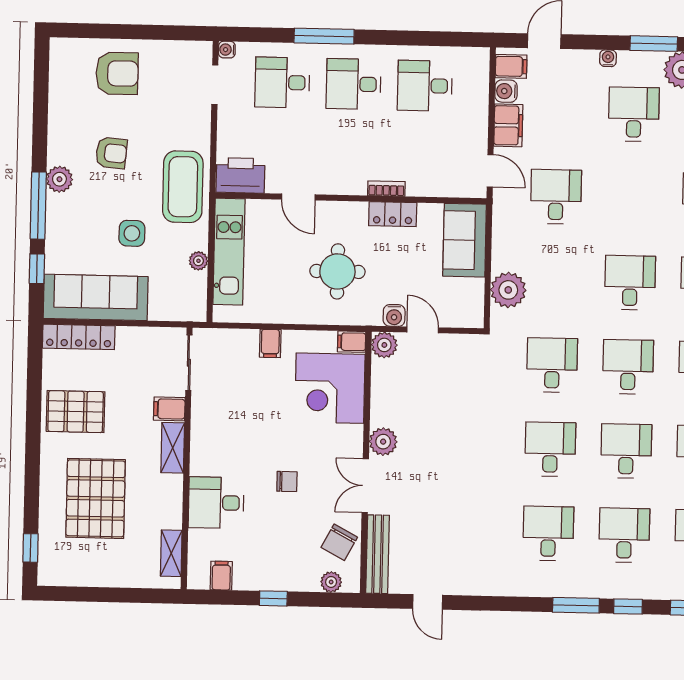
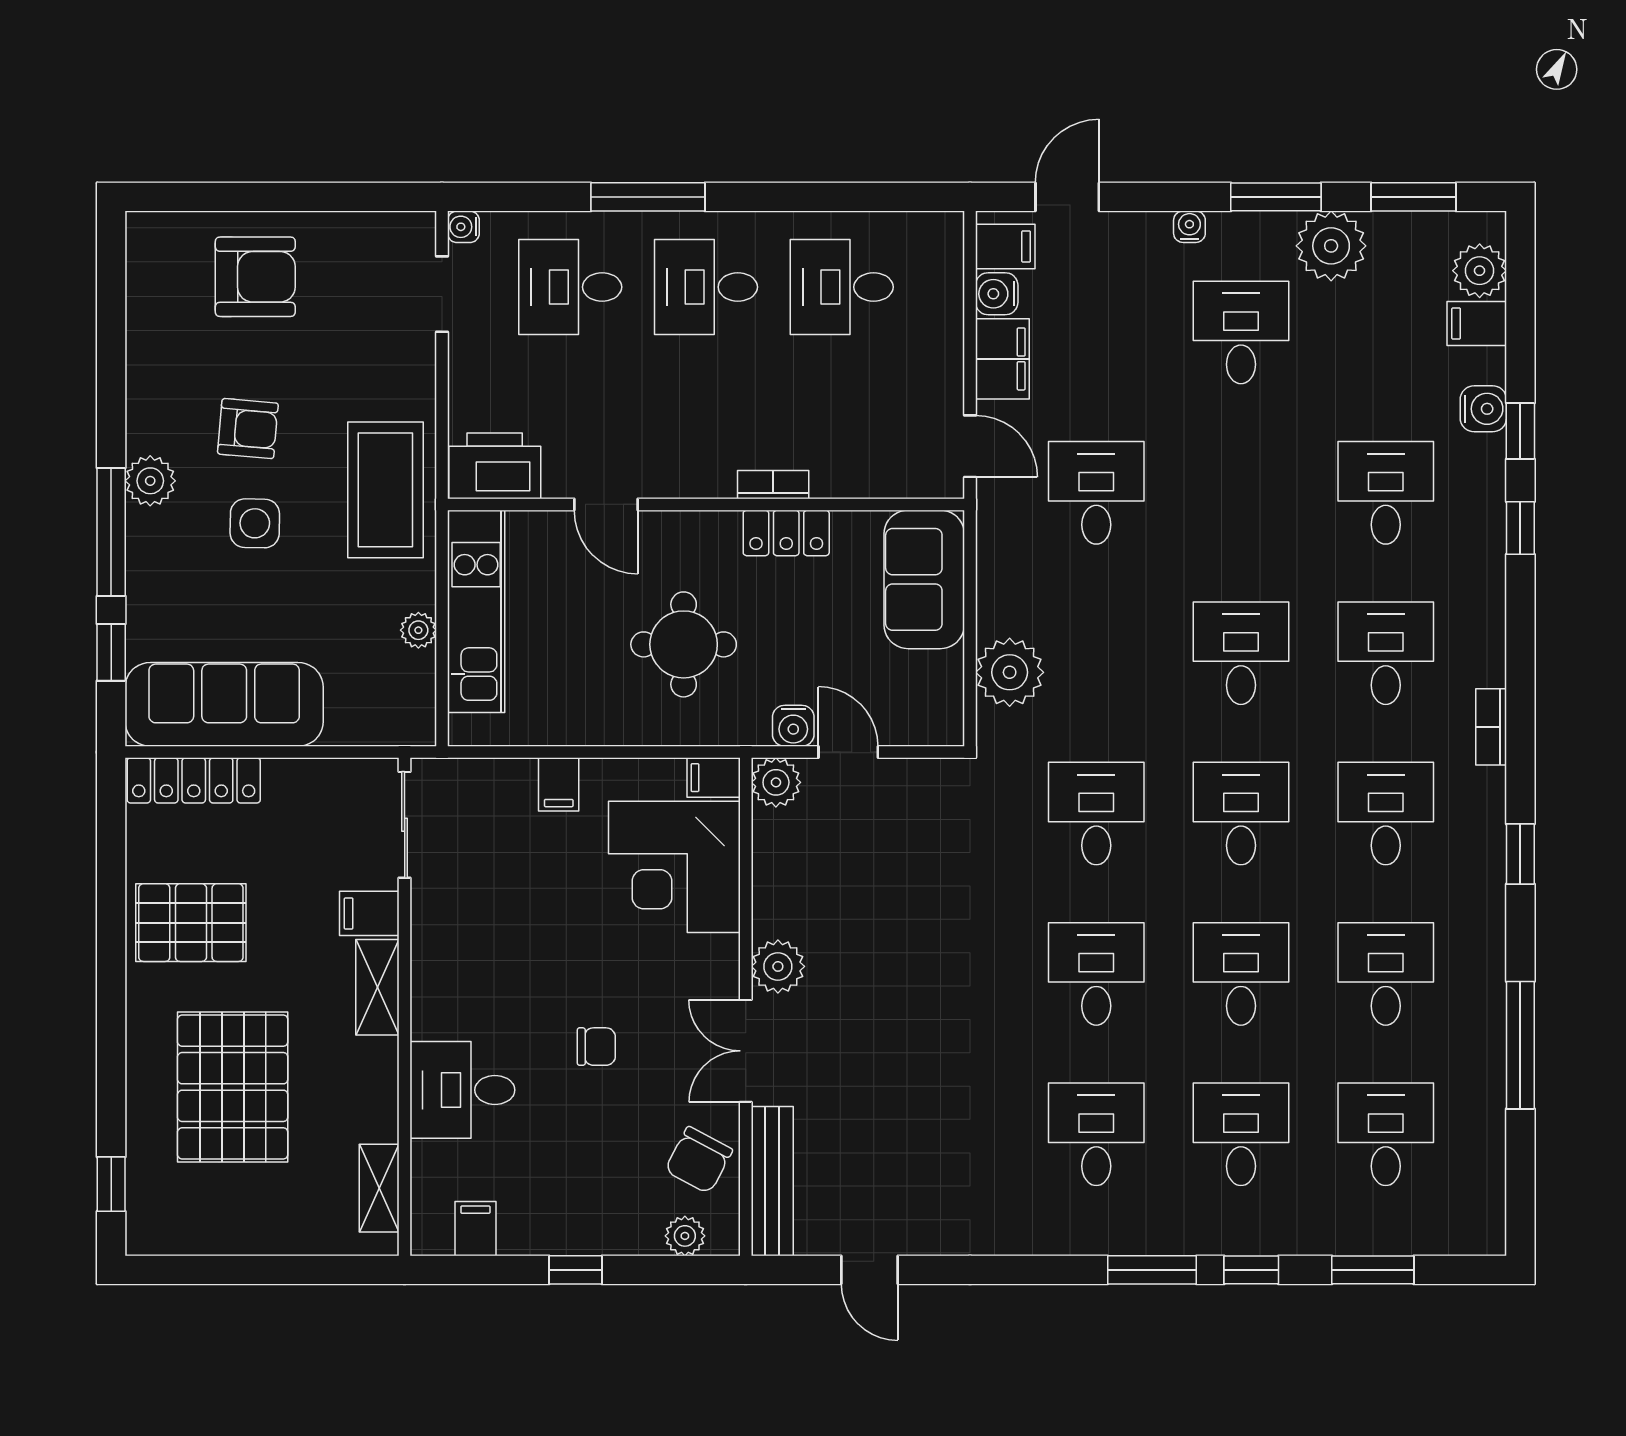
side table: (132, 233) -> (255, 523), moved

